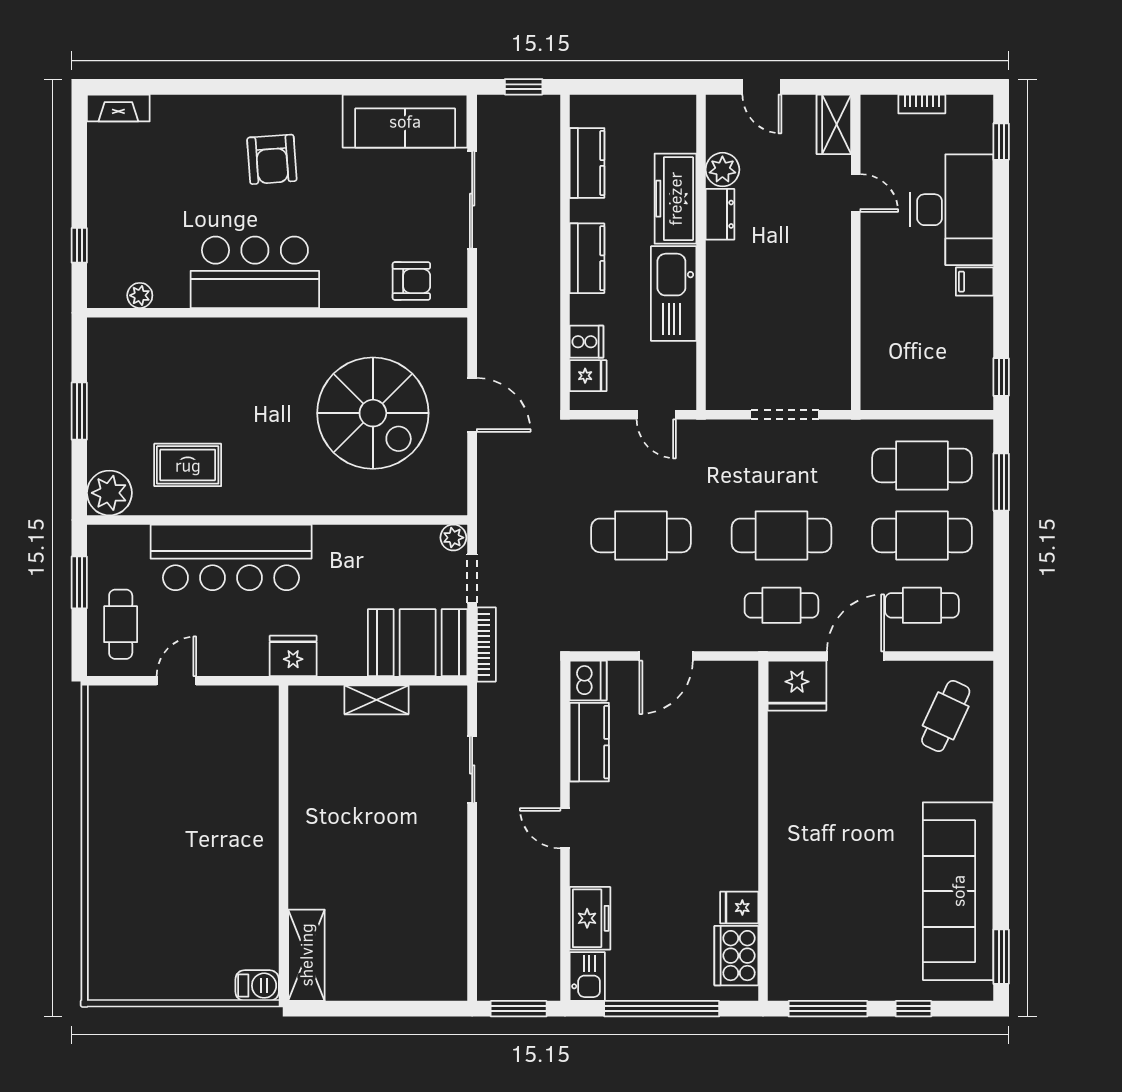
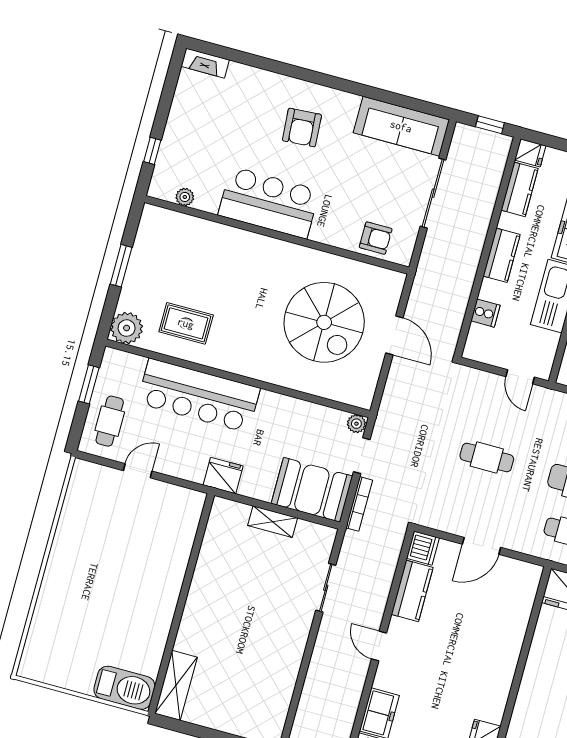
fridge: (588, 376) -> (530, 153), moved
cafe table: (641, 535) -> (487, 457), width x0.73, depth x0.74
barbecue: (257, 986) -> (124, 688), width x1.88, depth x1.53

